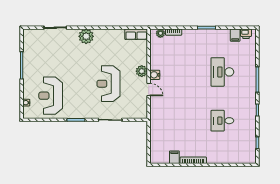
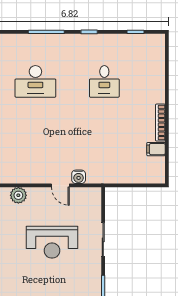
plant: (142, 71) -> (18, 195), moved
water cooler: (155, 75) -> (79, 177), moved
door: (149, 90) -> (60, 185), swing flipped

